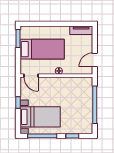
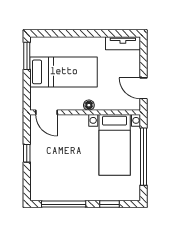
door: (95, 60) -> (144, 88), hinge flipped
bed with nightstands: (40, 117) -> (115, 145), moved, turned 90

